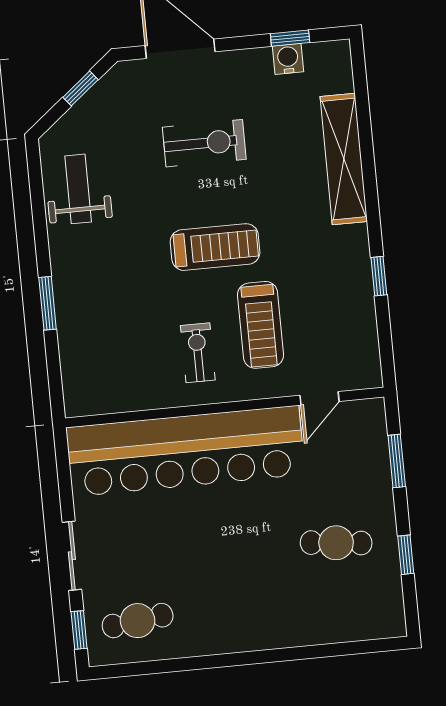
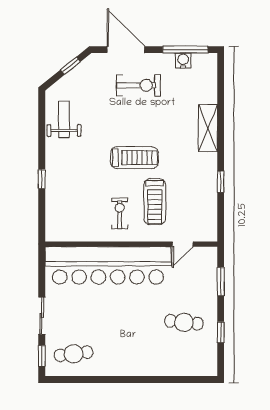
window: (290, 38) -> (185, 50), width x2.17
exercise bike: (204, 143) -> (138, 85), moved
shelving: (344, 159) -> (208, 128), width x0.68
window: (48, 303) -> (42, 179), width x0.67

